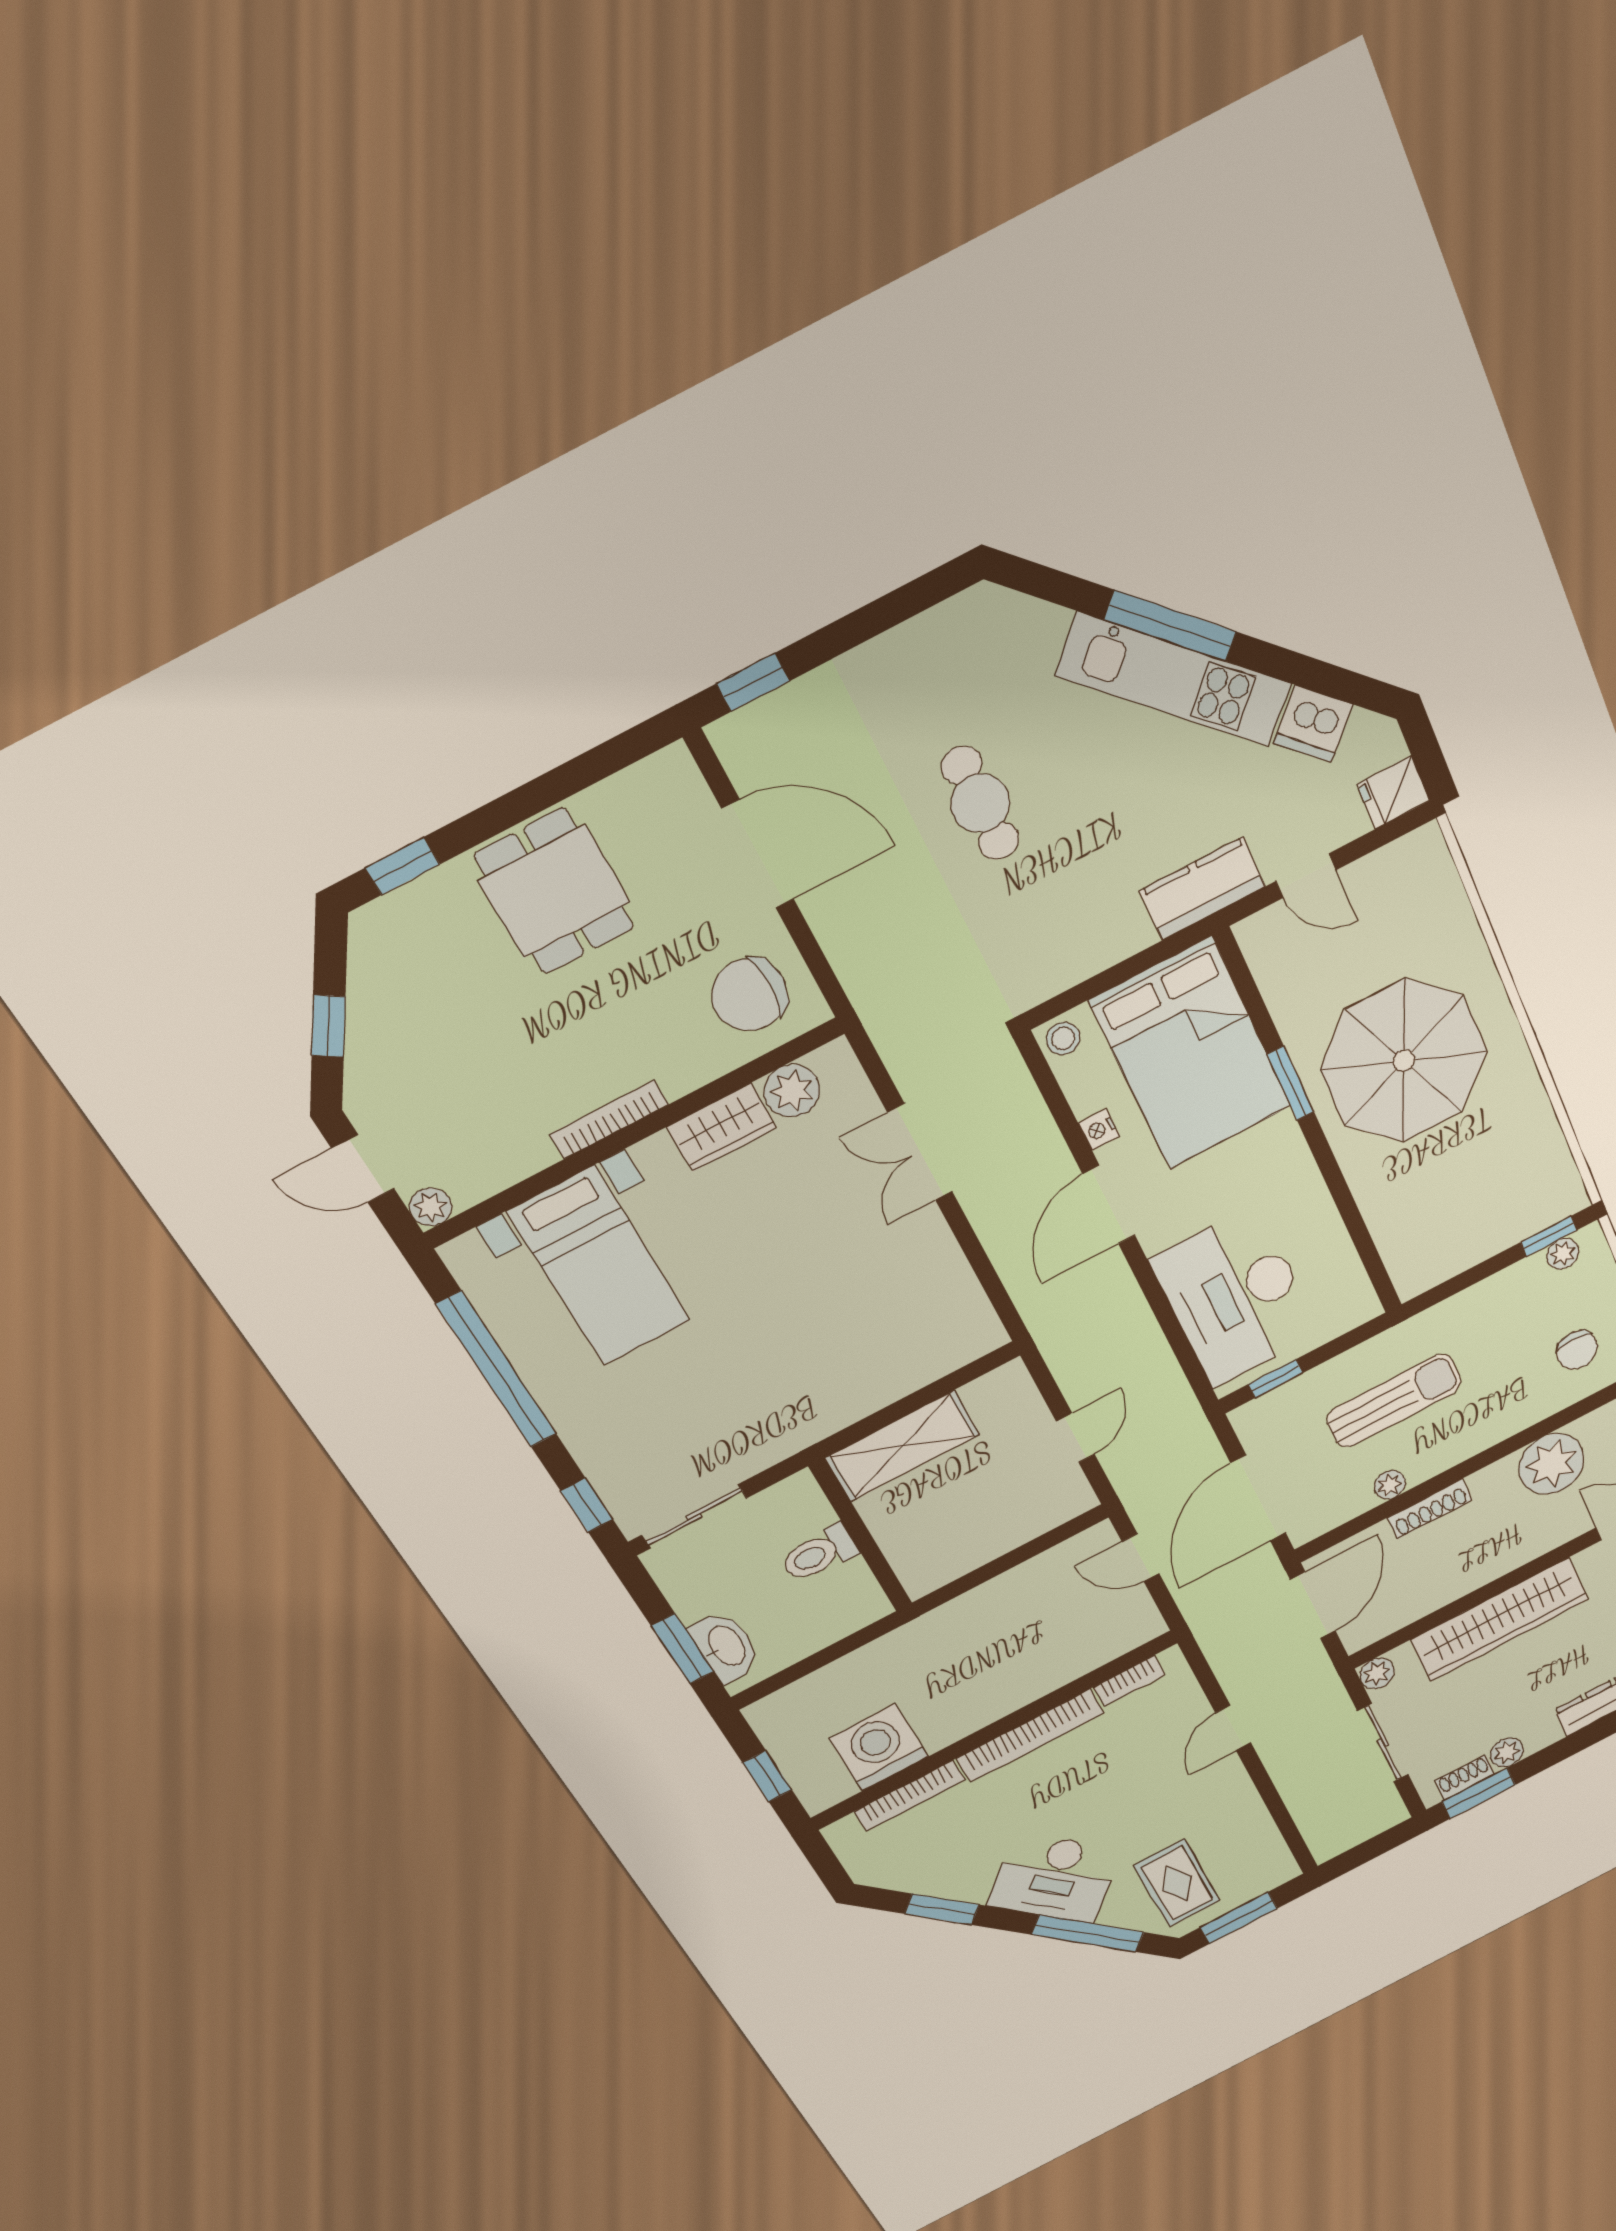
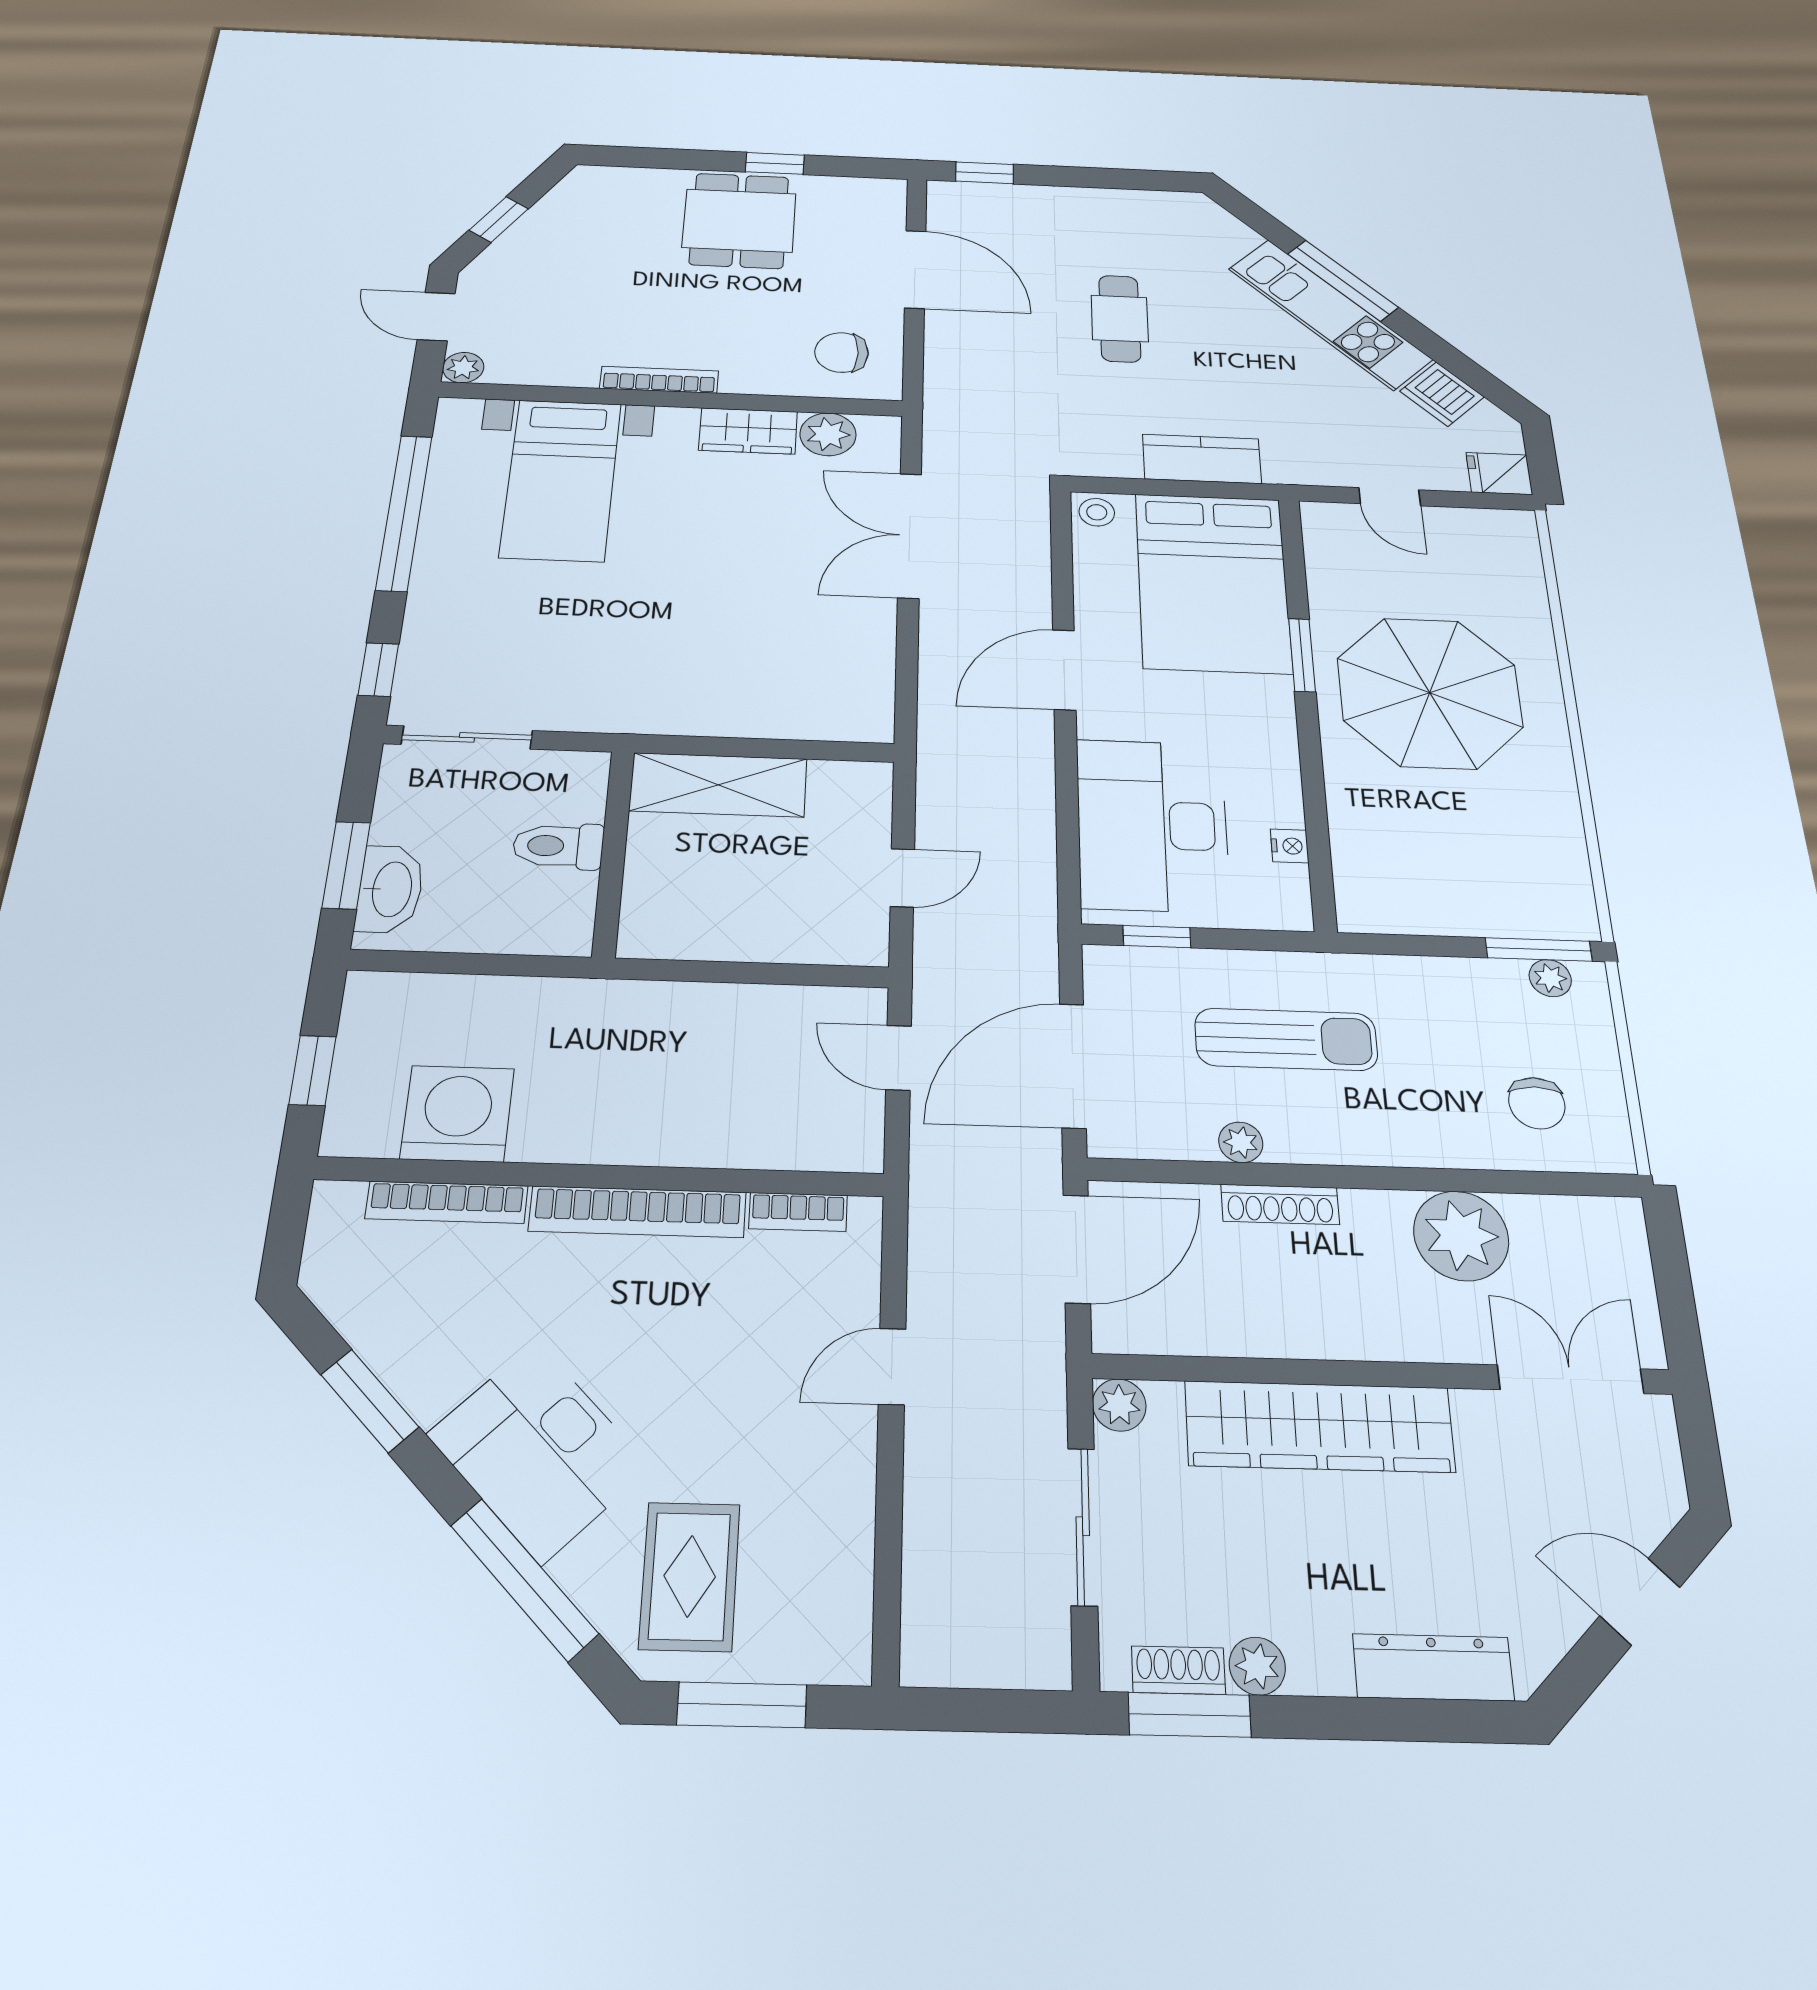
window: (402, 866) -> (775, 163), moved
kitchen counter: (1203, 889) -> (1202, 459), moved
chair: (749, 995) -> (841, 352), width x0.73, depth x0.73
nightstand: (1099, 1130) -> (1290, 846), moved, turned 180
double door: (920, 1152) -> (910, 535), width x1.37
window: (1549, 1236) -> (1539, 949), width x1.50

